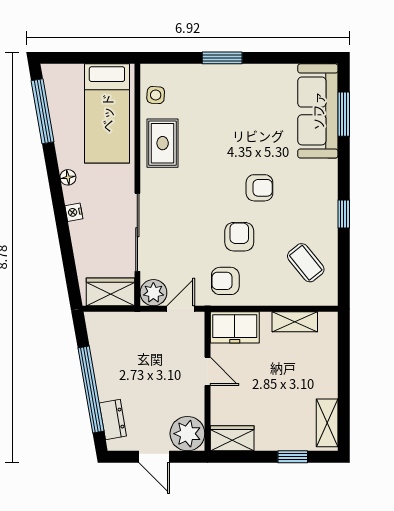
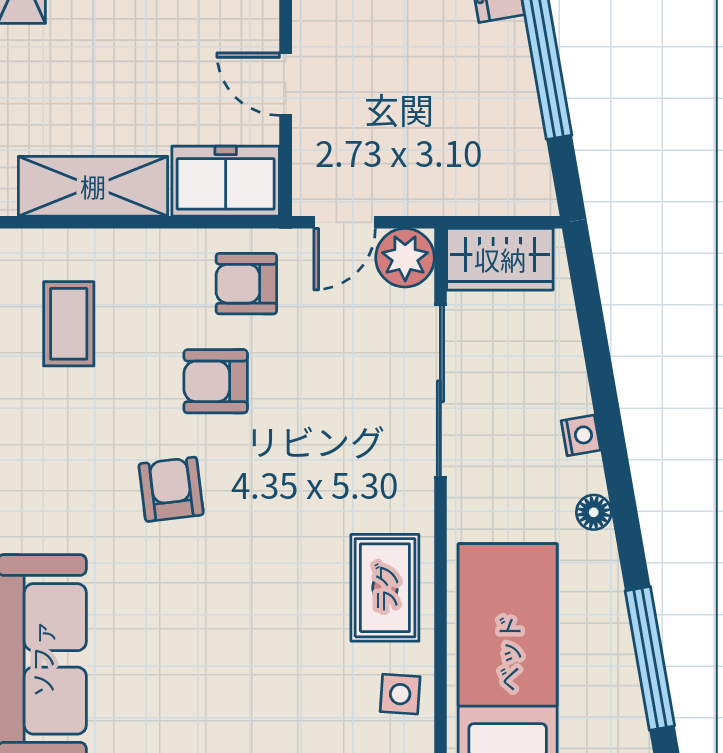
armchair: (259, 188) -> (171, 489), turned 83
armchair: (239, 237) -> (216, 381), turned 90
coffee table: (306, 263) -> (69, 324), turned 39
armchair: (225, 281) -> (246, 284), turned 180
shelving: (295, 322) -> (93, 186), width x1.50, depth x1.33

